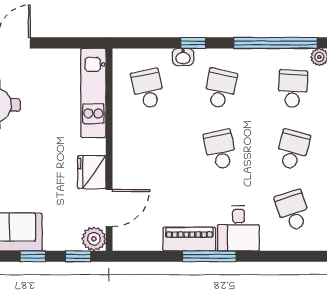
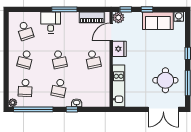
school desk: (148, 89) -> (93, 59), moved
piano: (189, 239) -> (92, 17), moved

